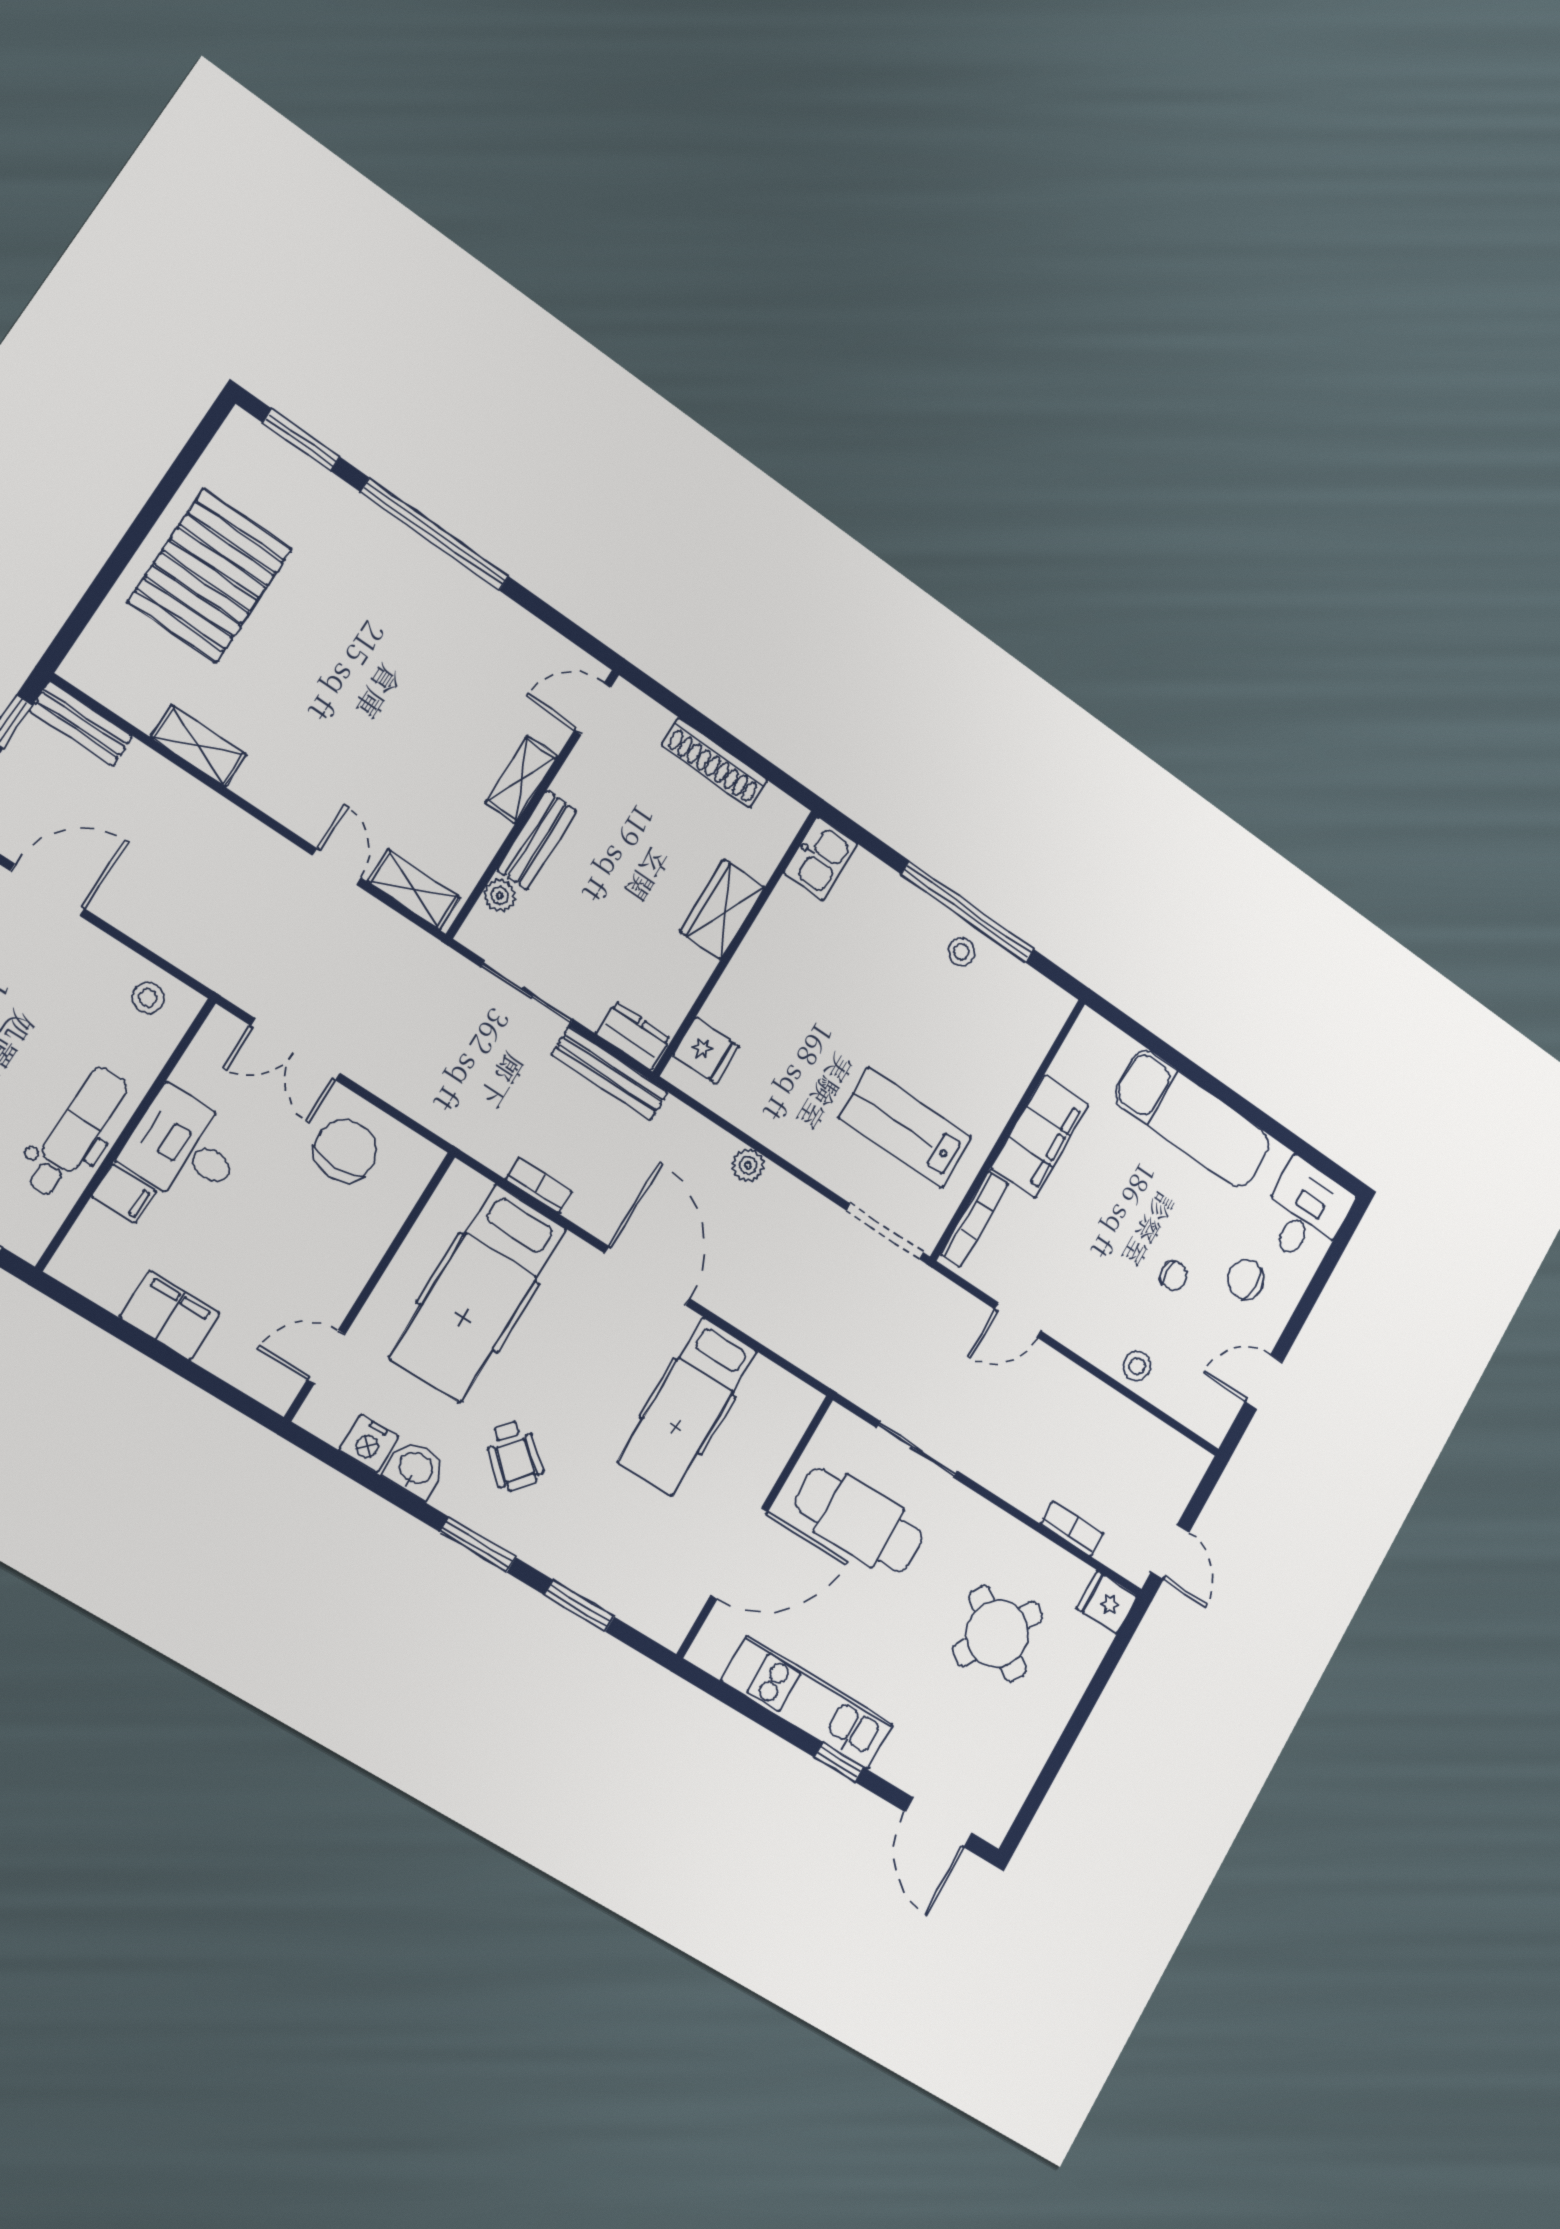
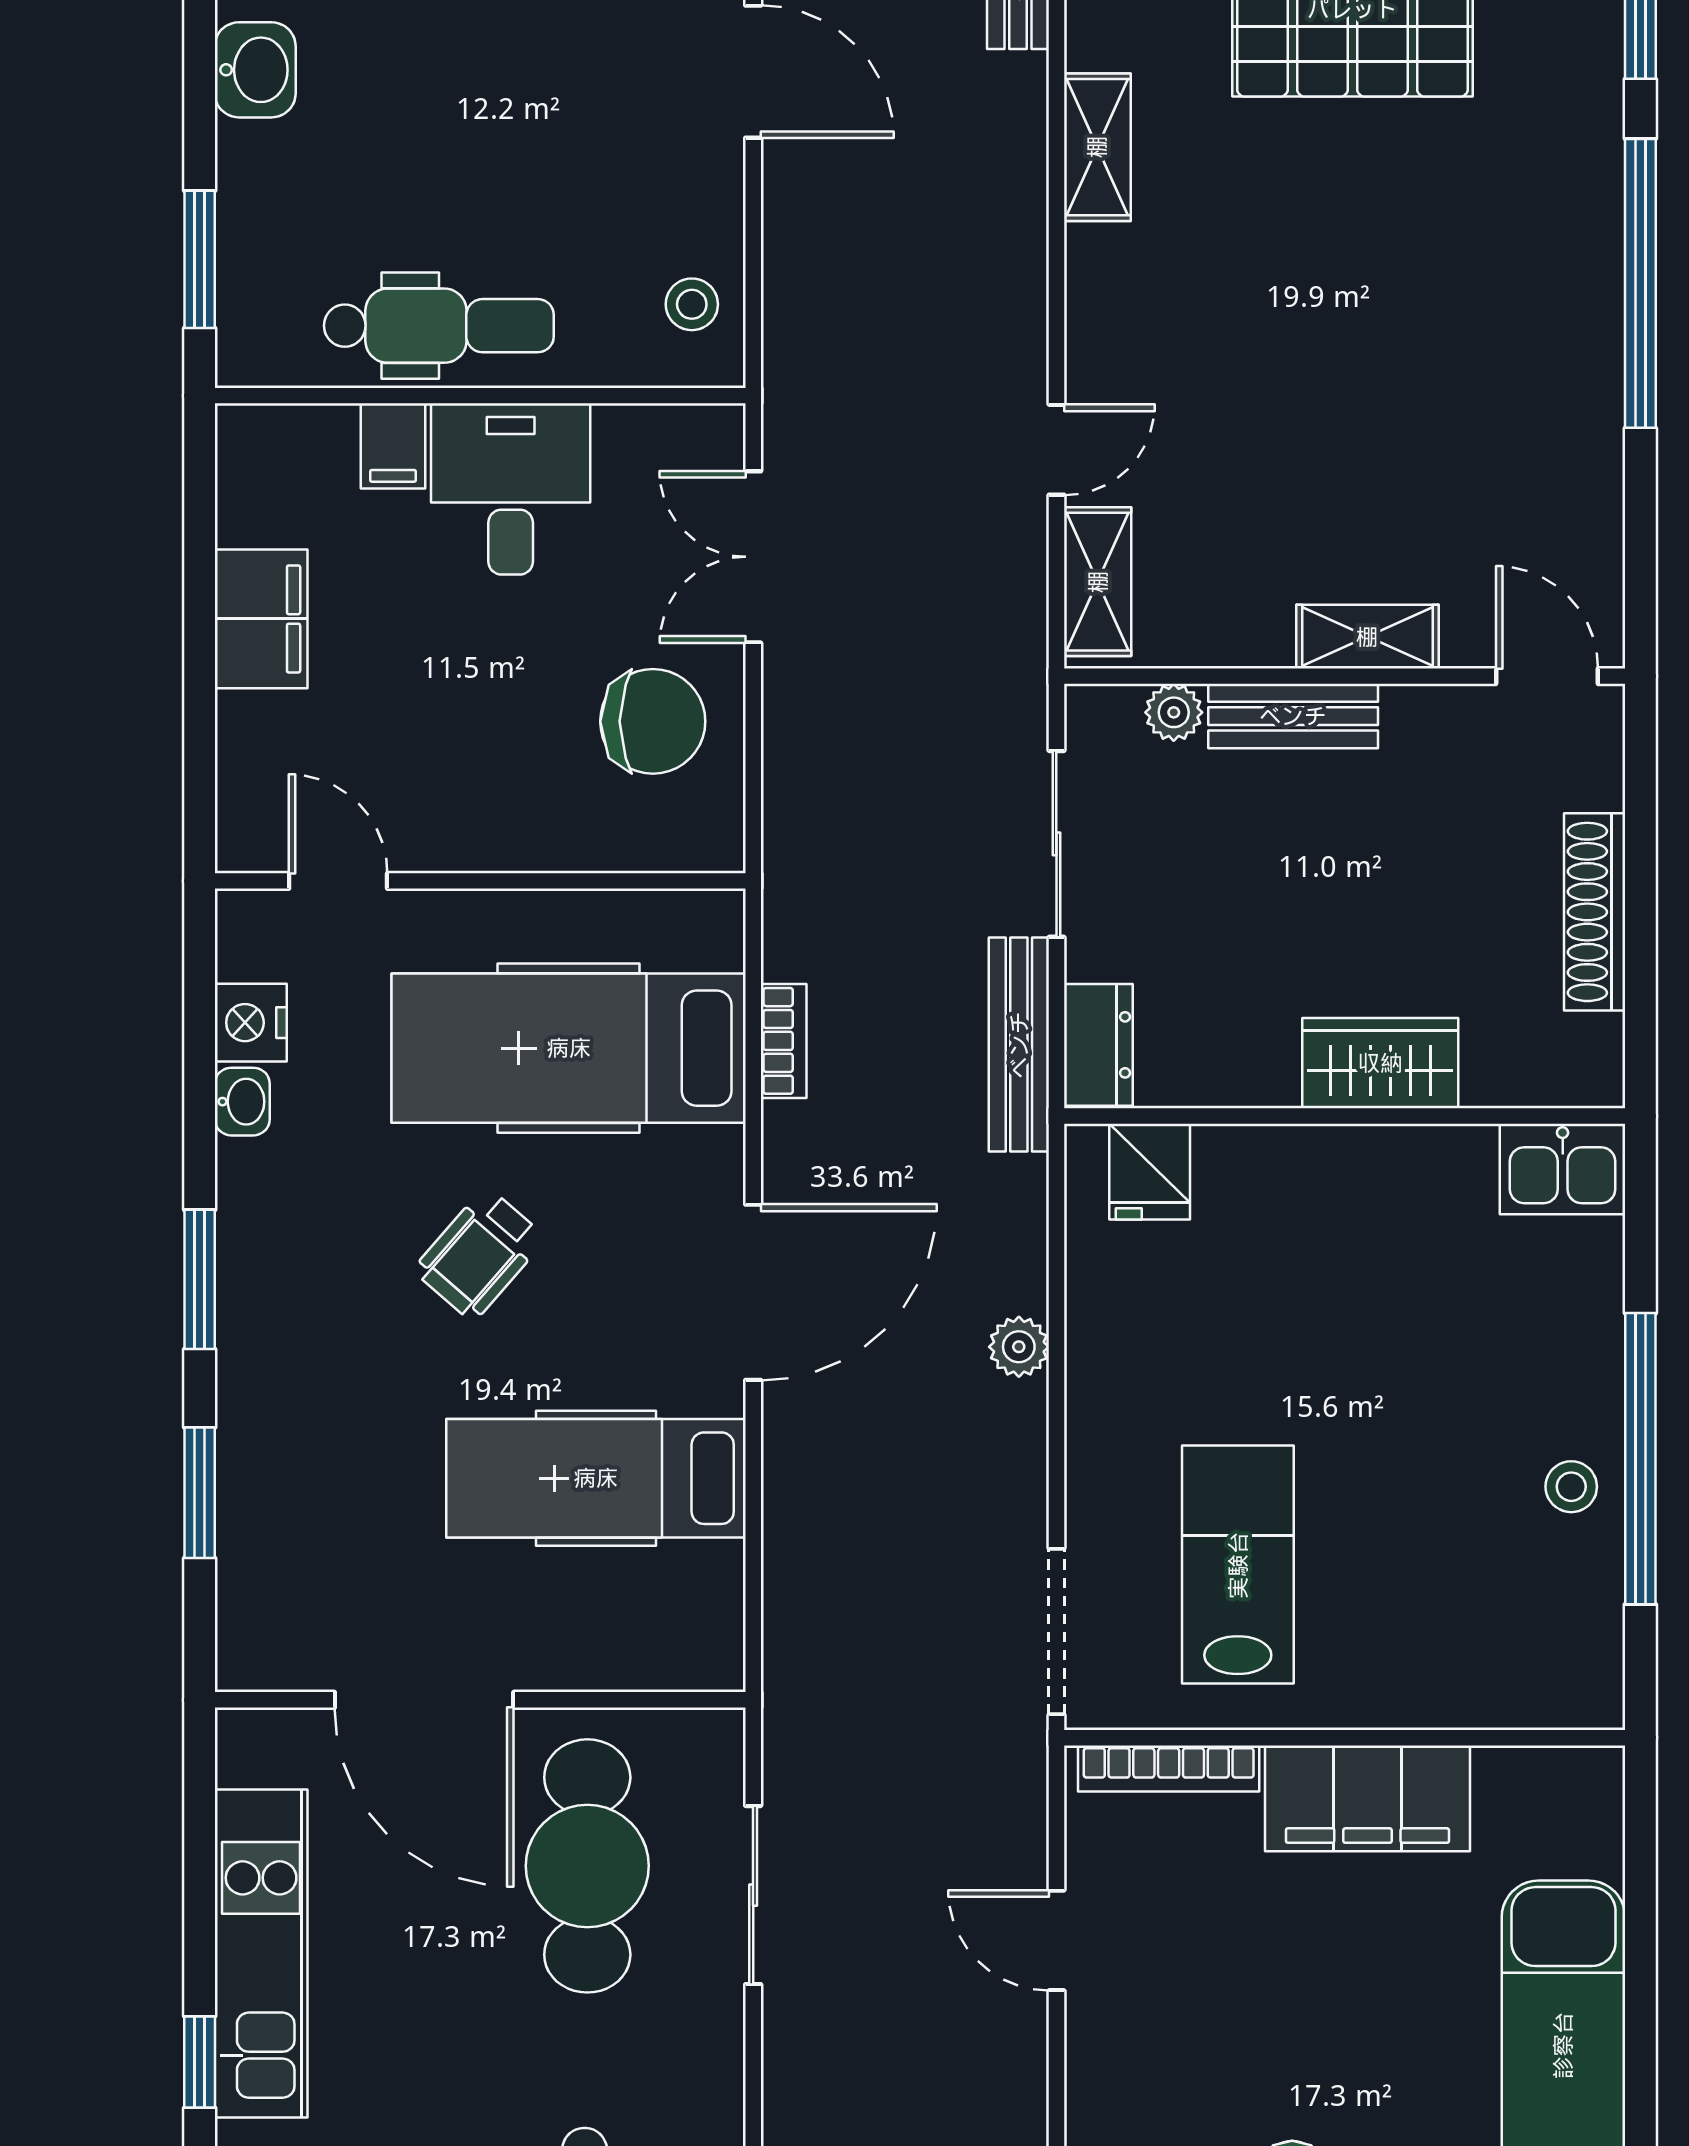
wheelchair: (514, 1456) -> (479, 1254), moved
washbasin: (415, 1469) -> (242, 1102), width x0.72, depth x0.69

